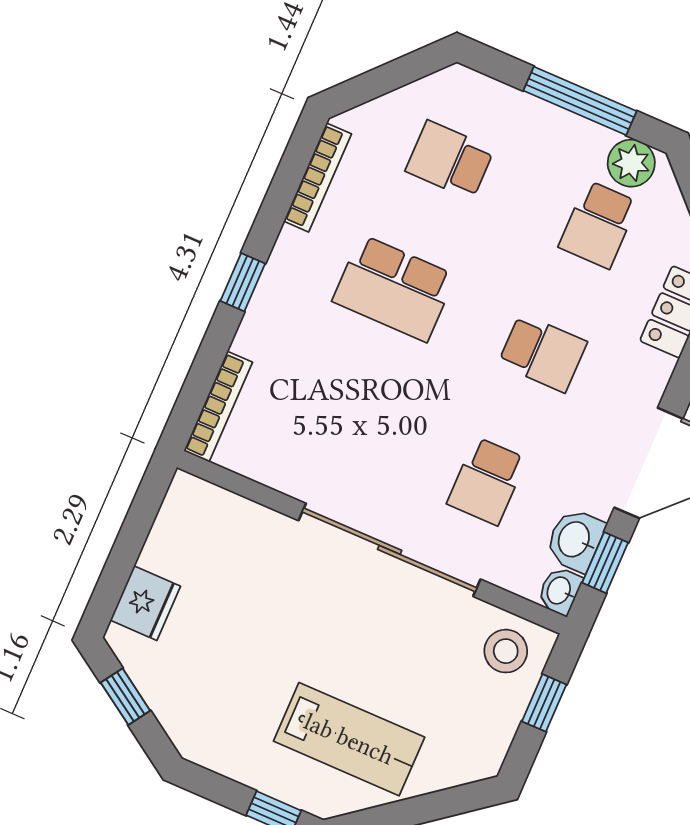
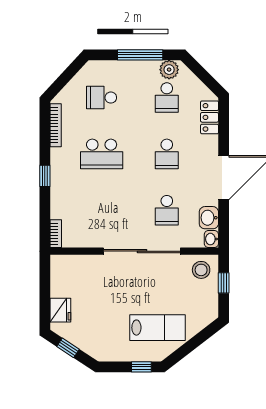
school desk: (543, 353) -> (167, 154), turned 90
bookcase: (218, 407) -> (56, 234), width x0.64
window: (605, 563) -> (224, 221), removed

